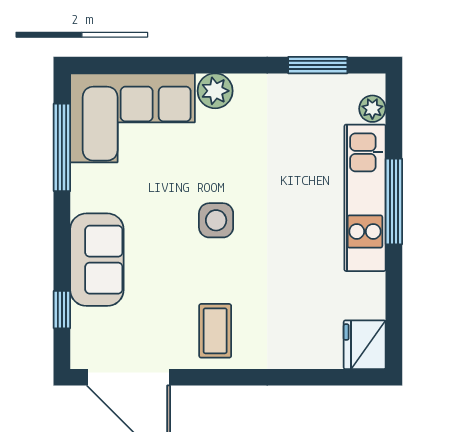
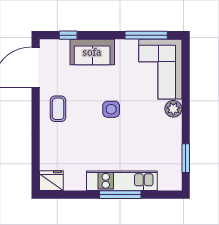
plant: (372, 109) -> (165, 184), removed
coffee table: (215, 331) -> (58, 109), turned 90

